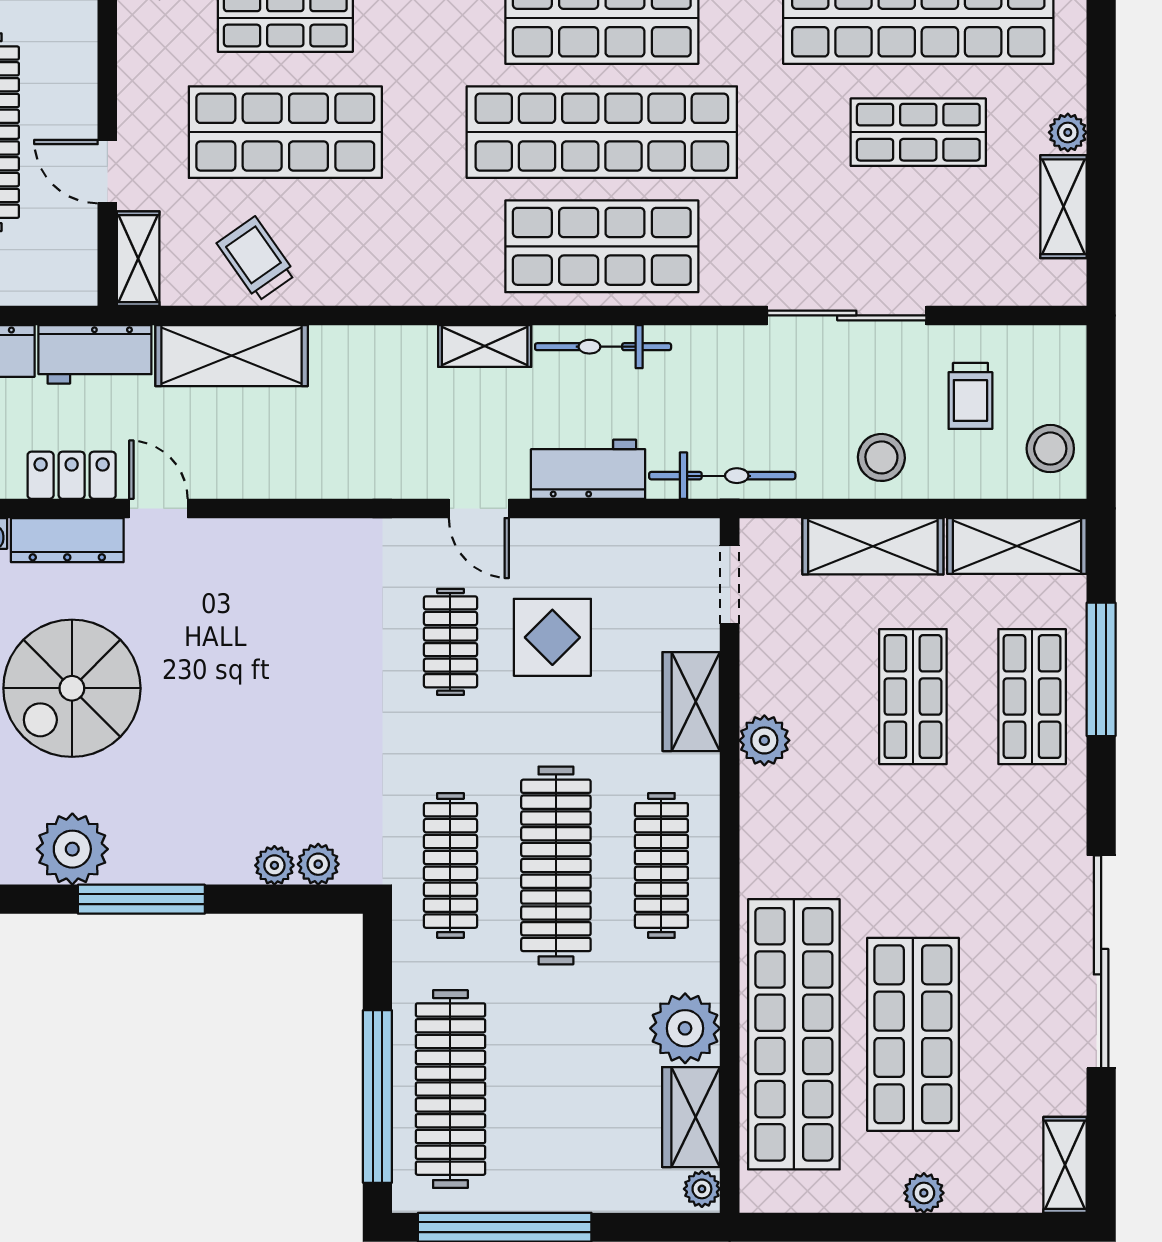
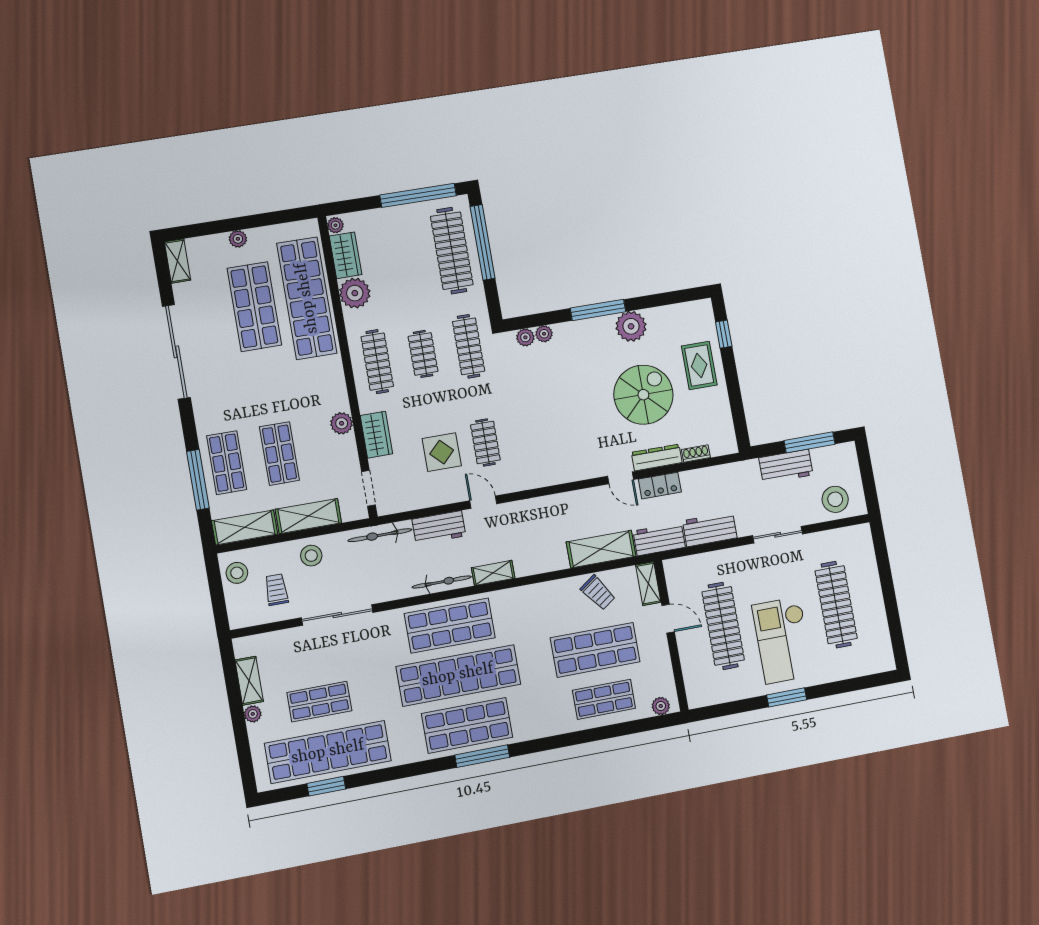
clothes rail: (556, 865) -> (423, 354), width x0.54, depth x0.76

